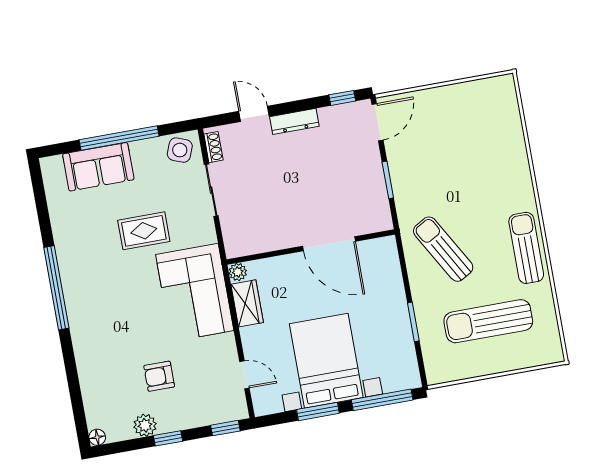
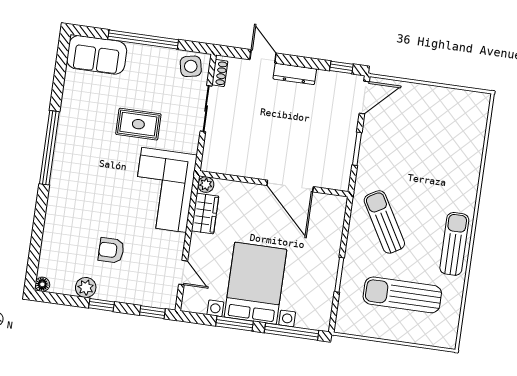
side table: (180, 150) -> (191, 66), turned -33
sofa: (98, 167) -> (97, 55), moved

